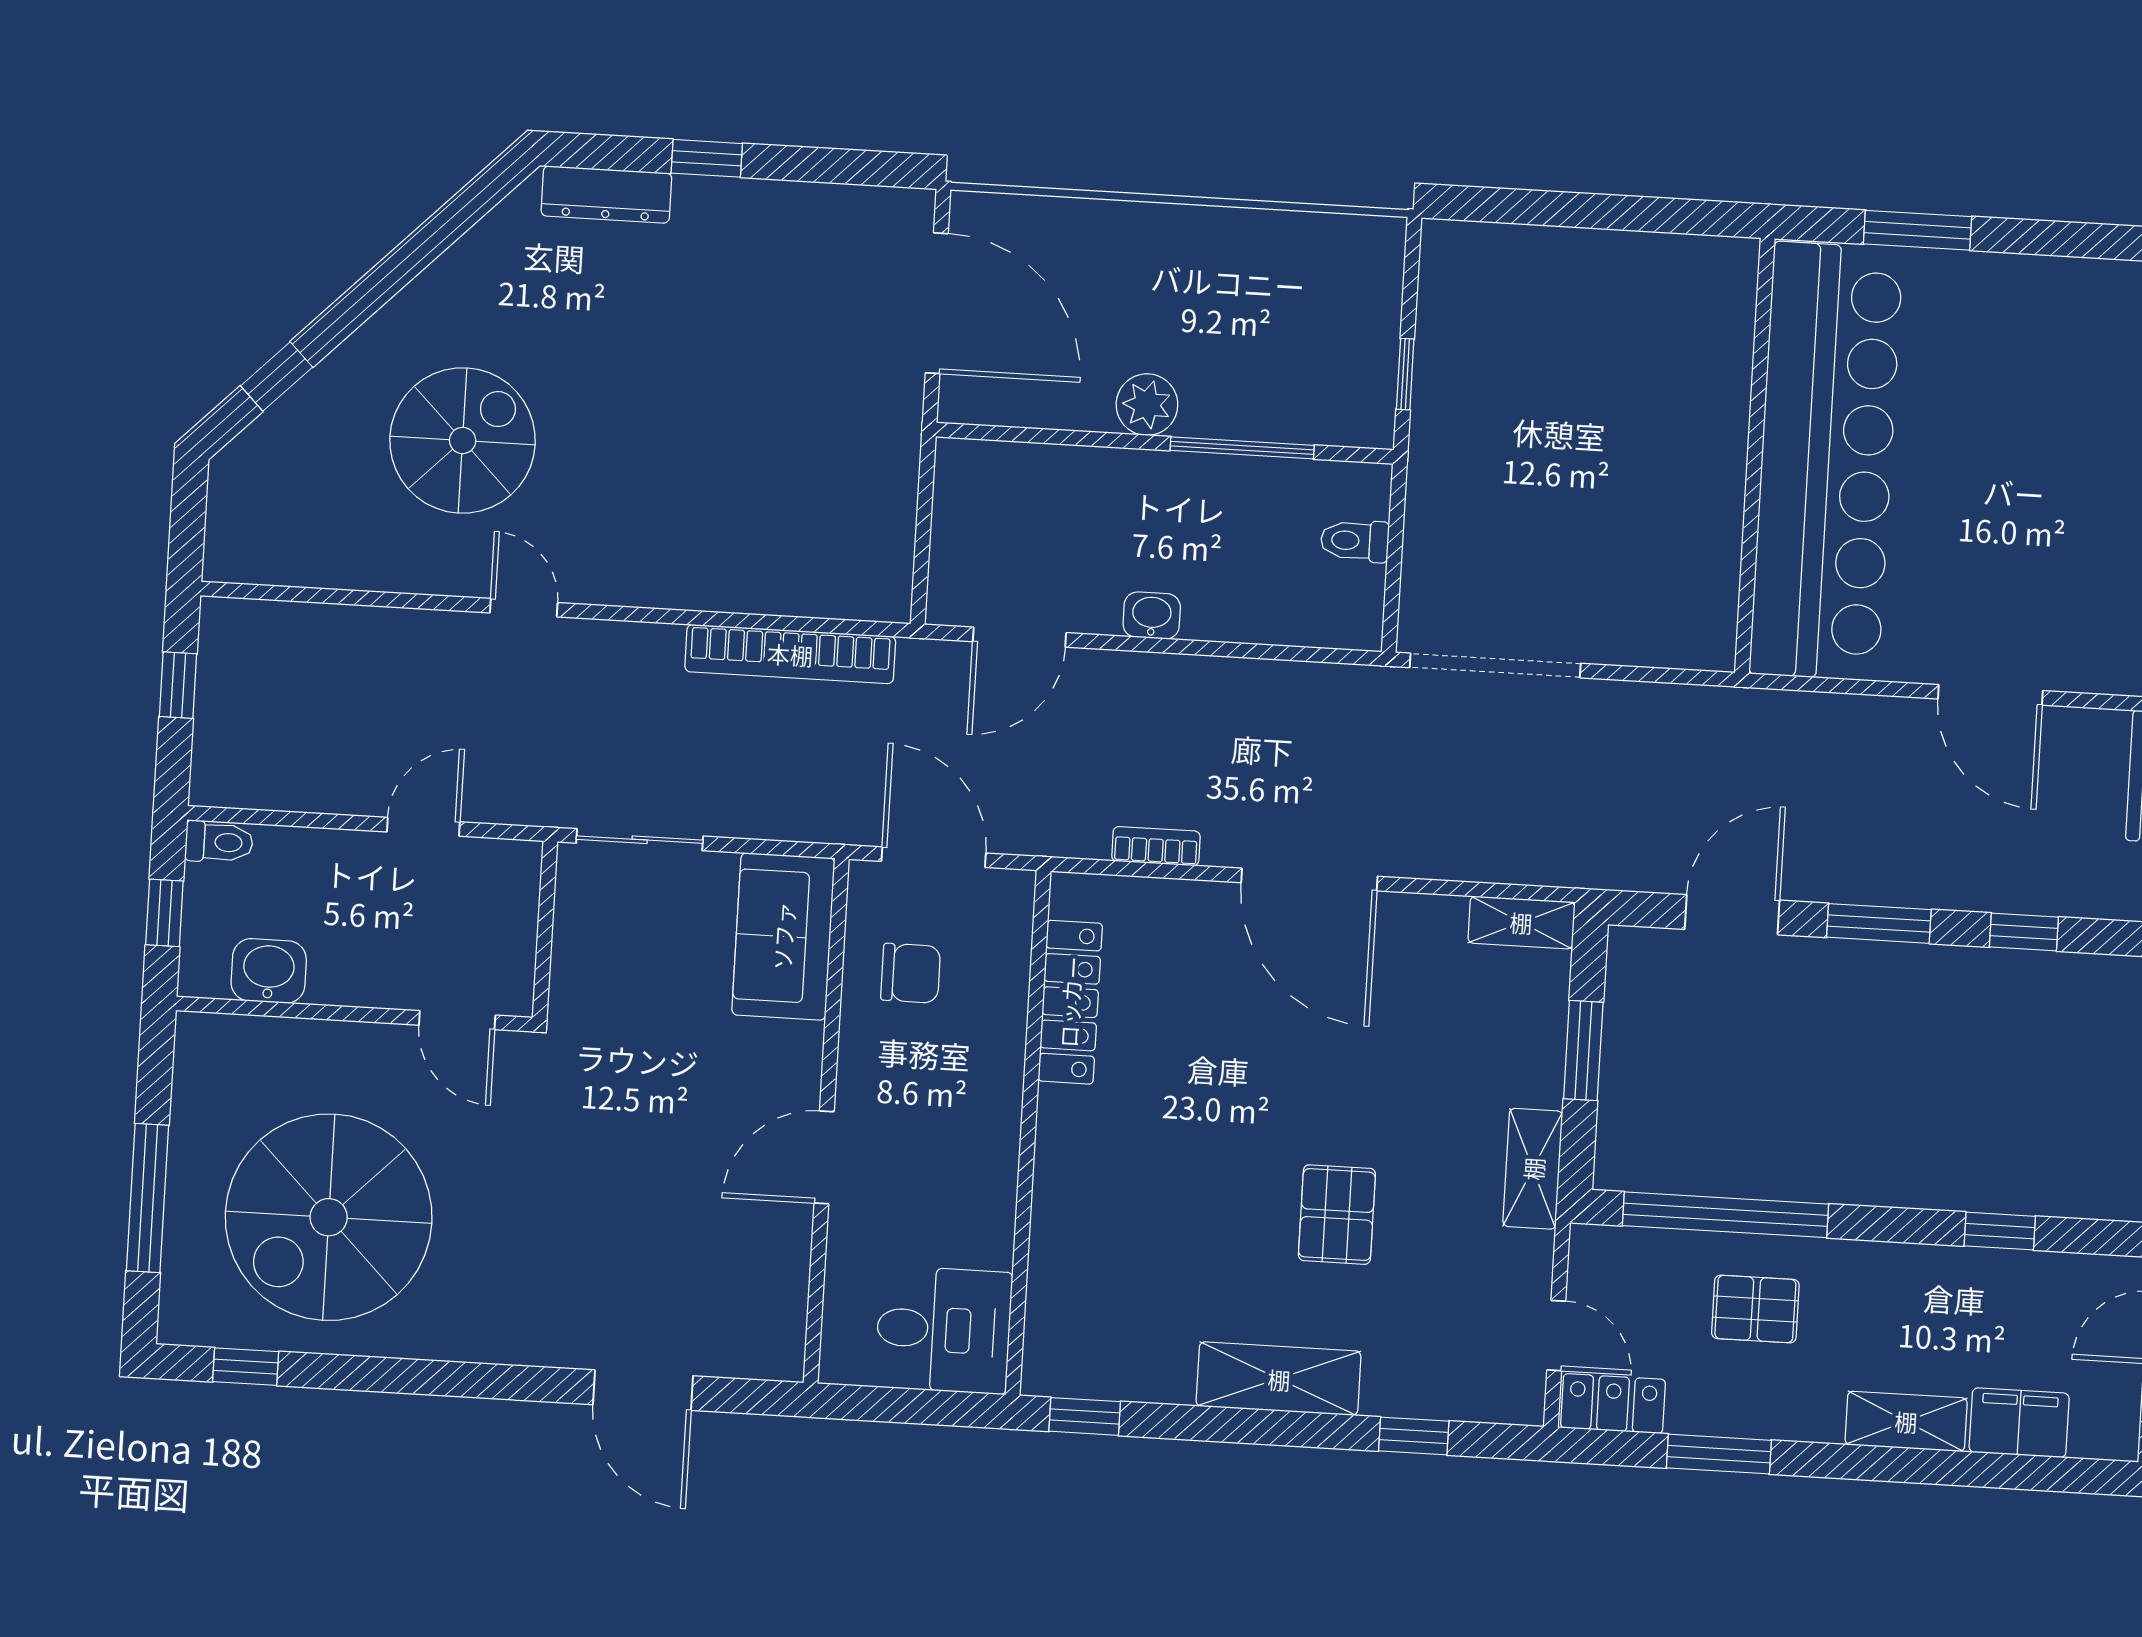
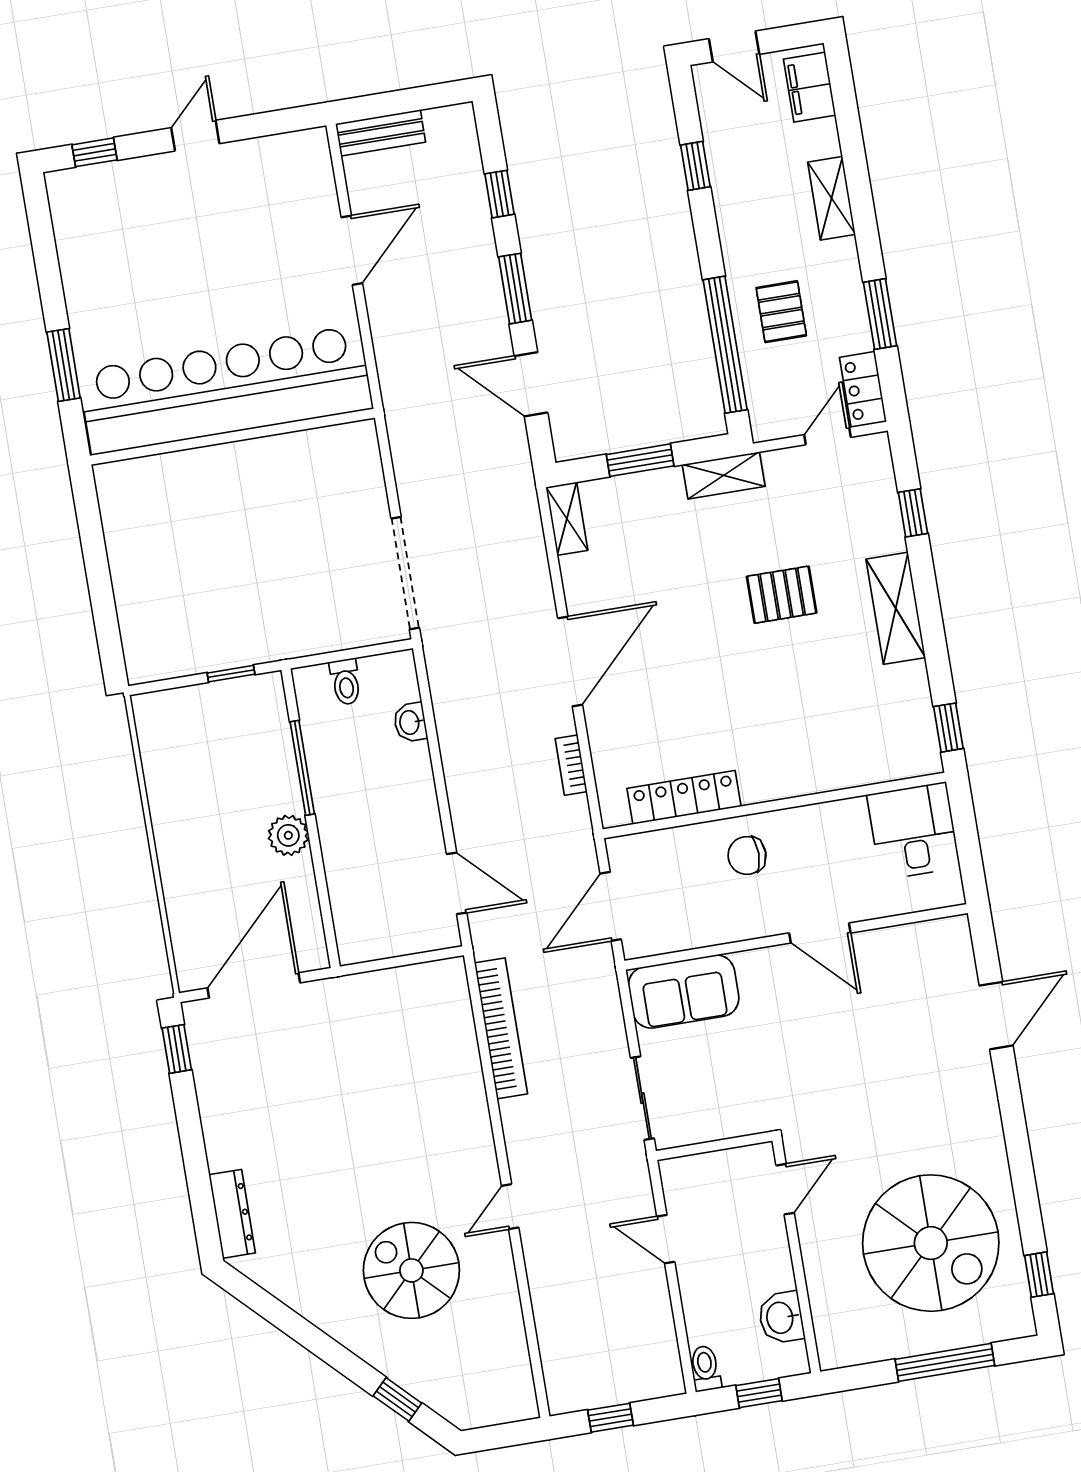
window: (707, 158) -> (177, 1049), moved
washbasin: (1152, 616) -> (410, 722), moved
chair: (911, 973) -> (747, 855), moved, turned -90
filing cabinet: (2019, 1423) -> (810, 87), moved

